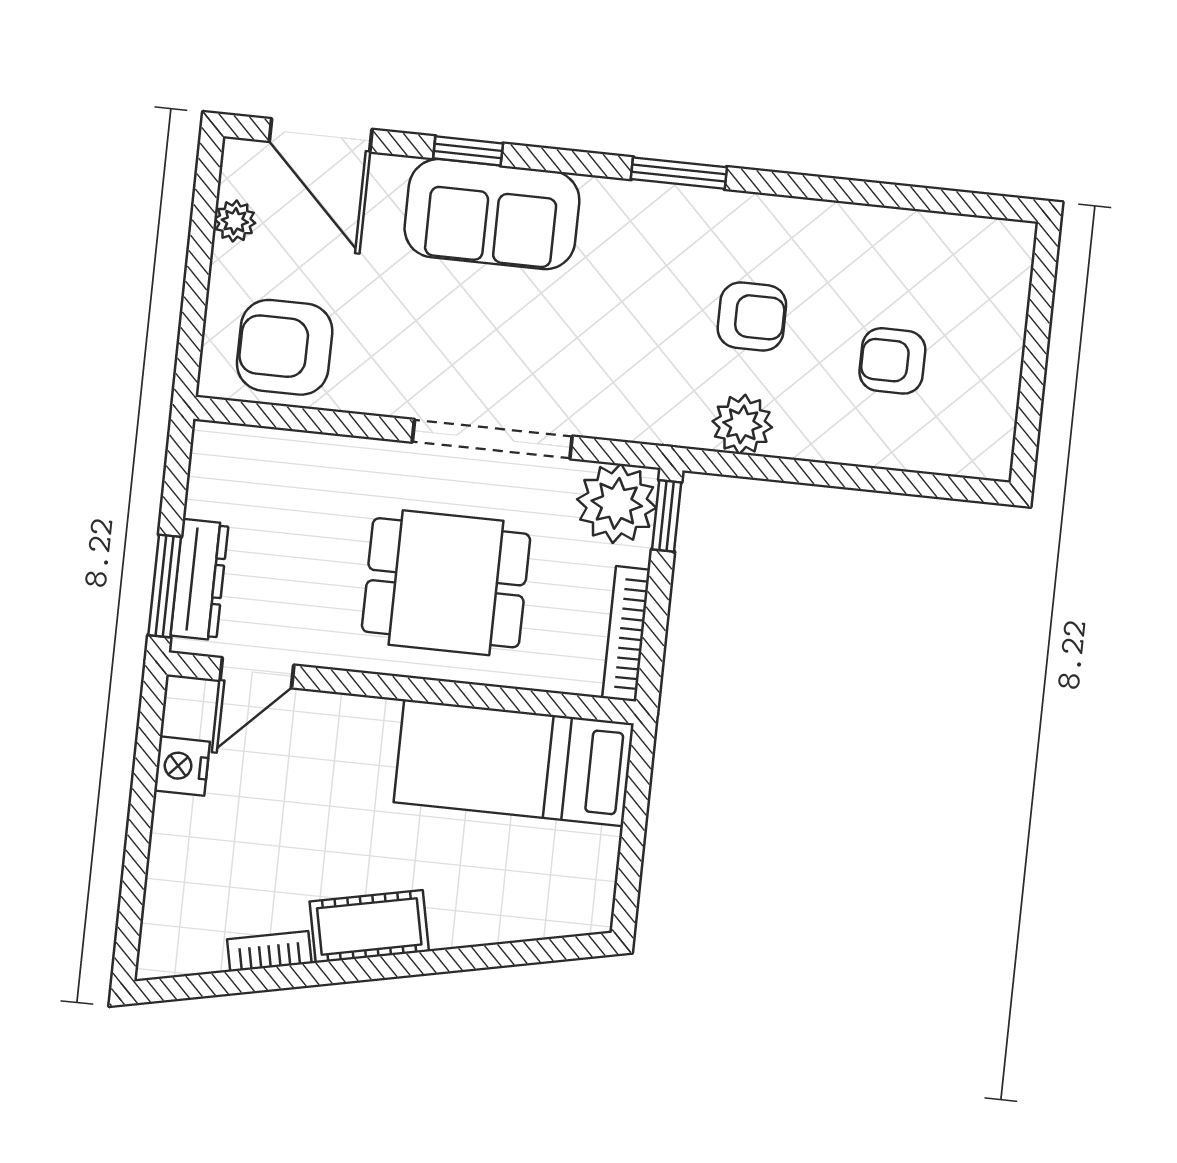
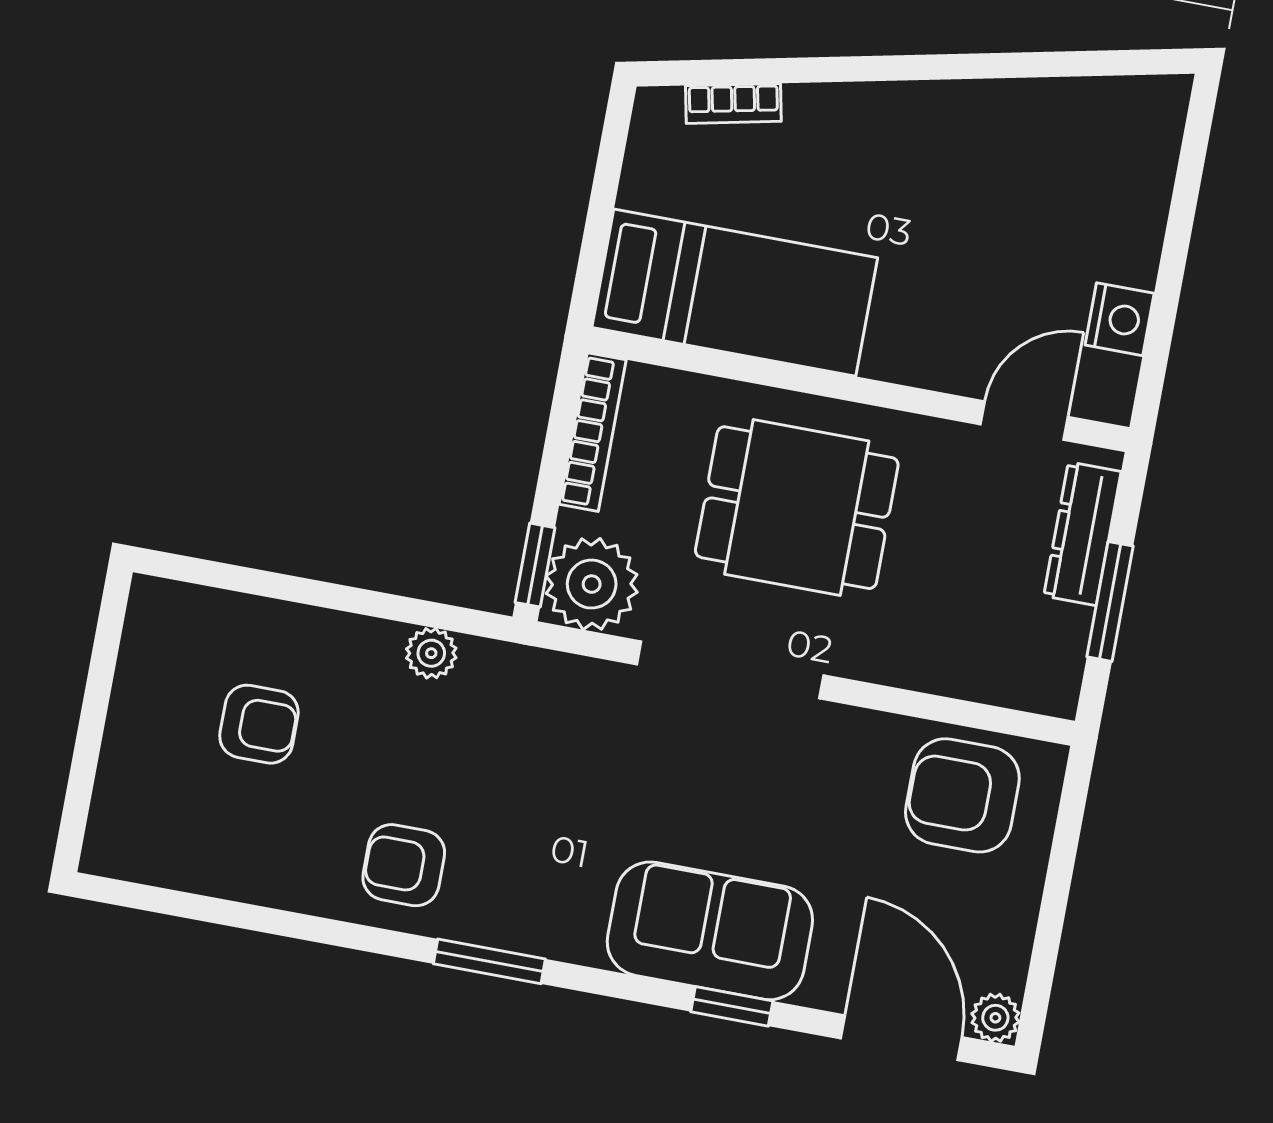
plant: (235, 221) -> (995, 1018), moved
armchair: (752, 317) -> (404, 865), moved
armchair: (285, 347) -> (962, 795), turned 180
plant: (742, 424) -> (431, 653), width x0.73, depth x0.73
window: (165, 586) -> (1110, 601), moved
cot: (369, 926) -> (917, 116), removed
bookcase: (269, 951) -> (733, 103), moved

